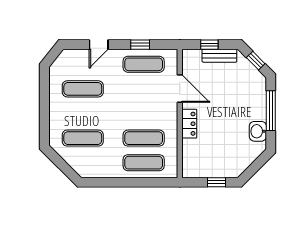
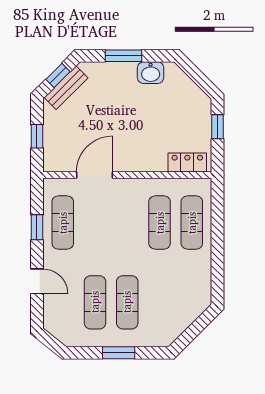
bench: (219, 56) -> (66, 88), moved, turned 45
window: (44, 107) -> (119, 353), added
window: (271, 111) -> (123, 56), width x0.69
locker: (189, 124) -> (187, 163), moved
exercise mat: (83, 138) -> (127, 302), moved

